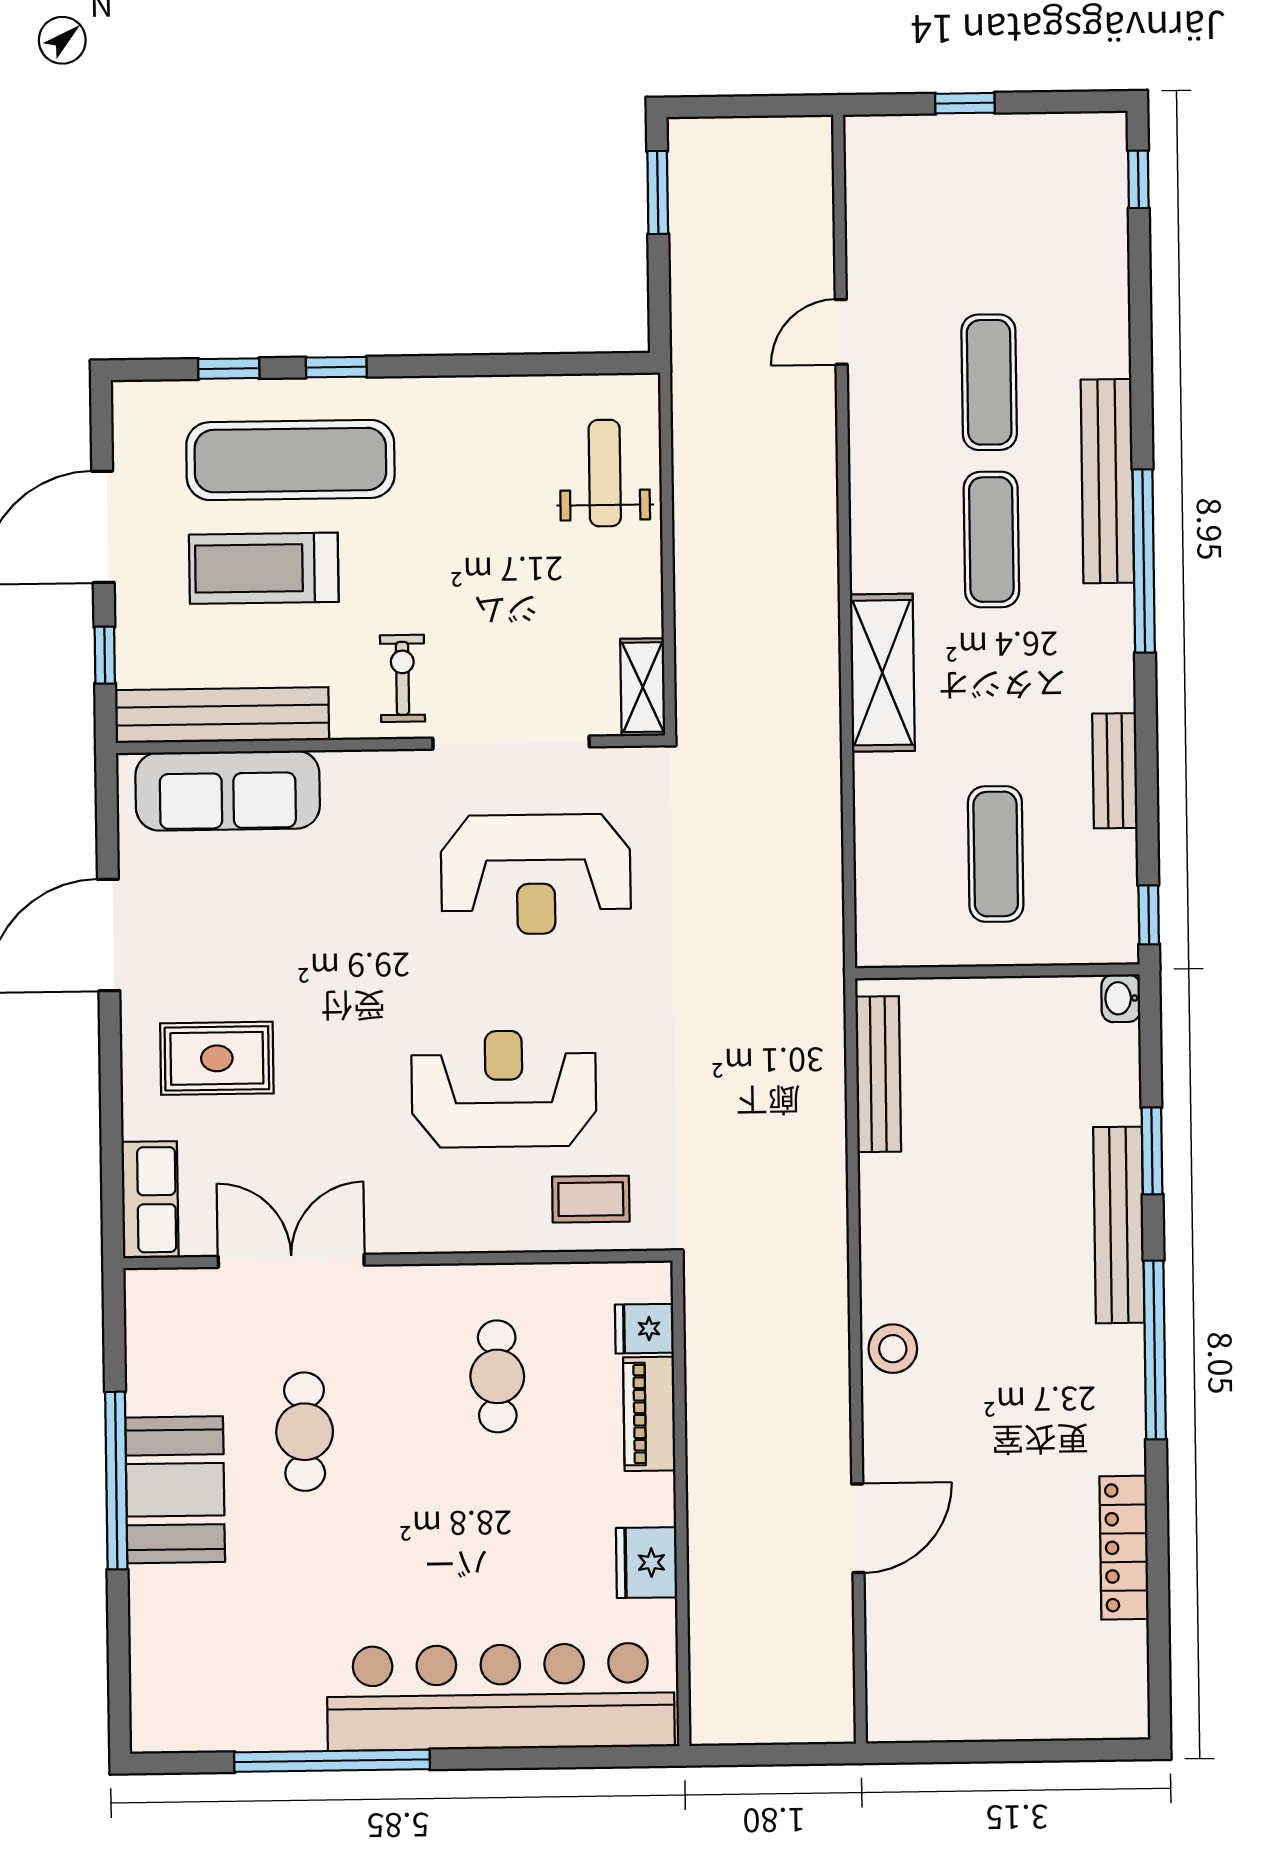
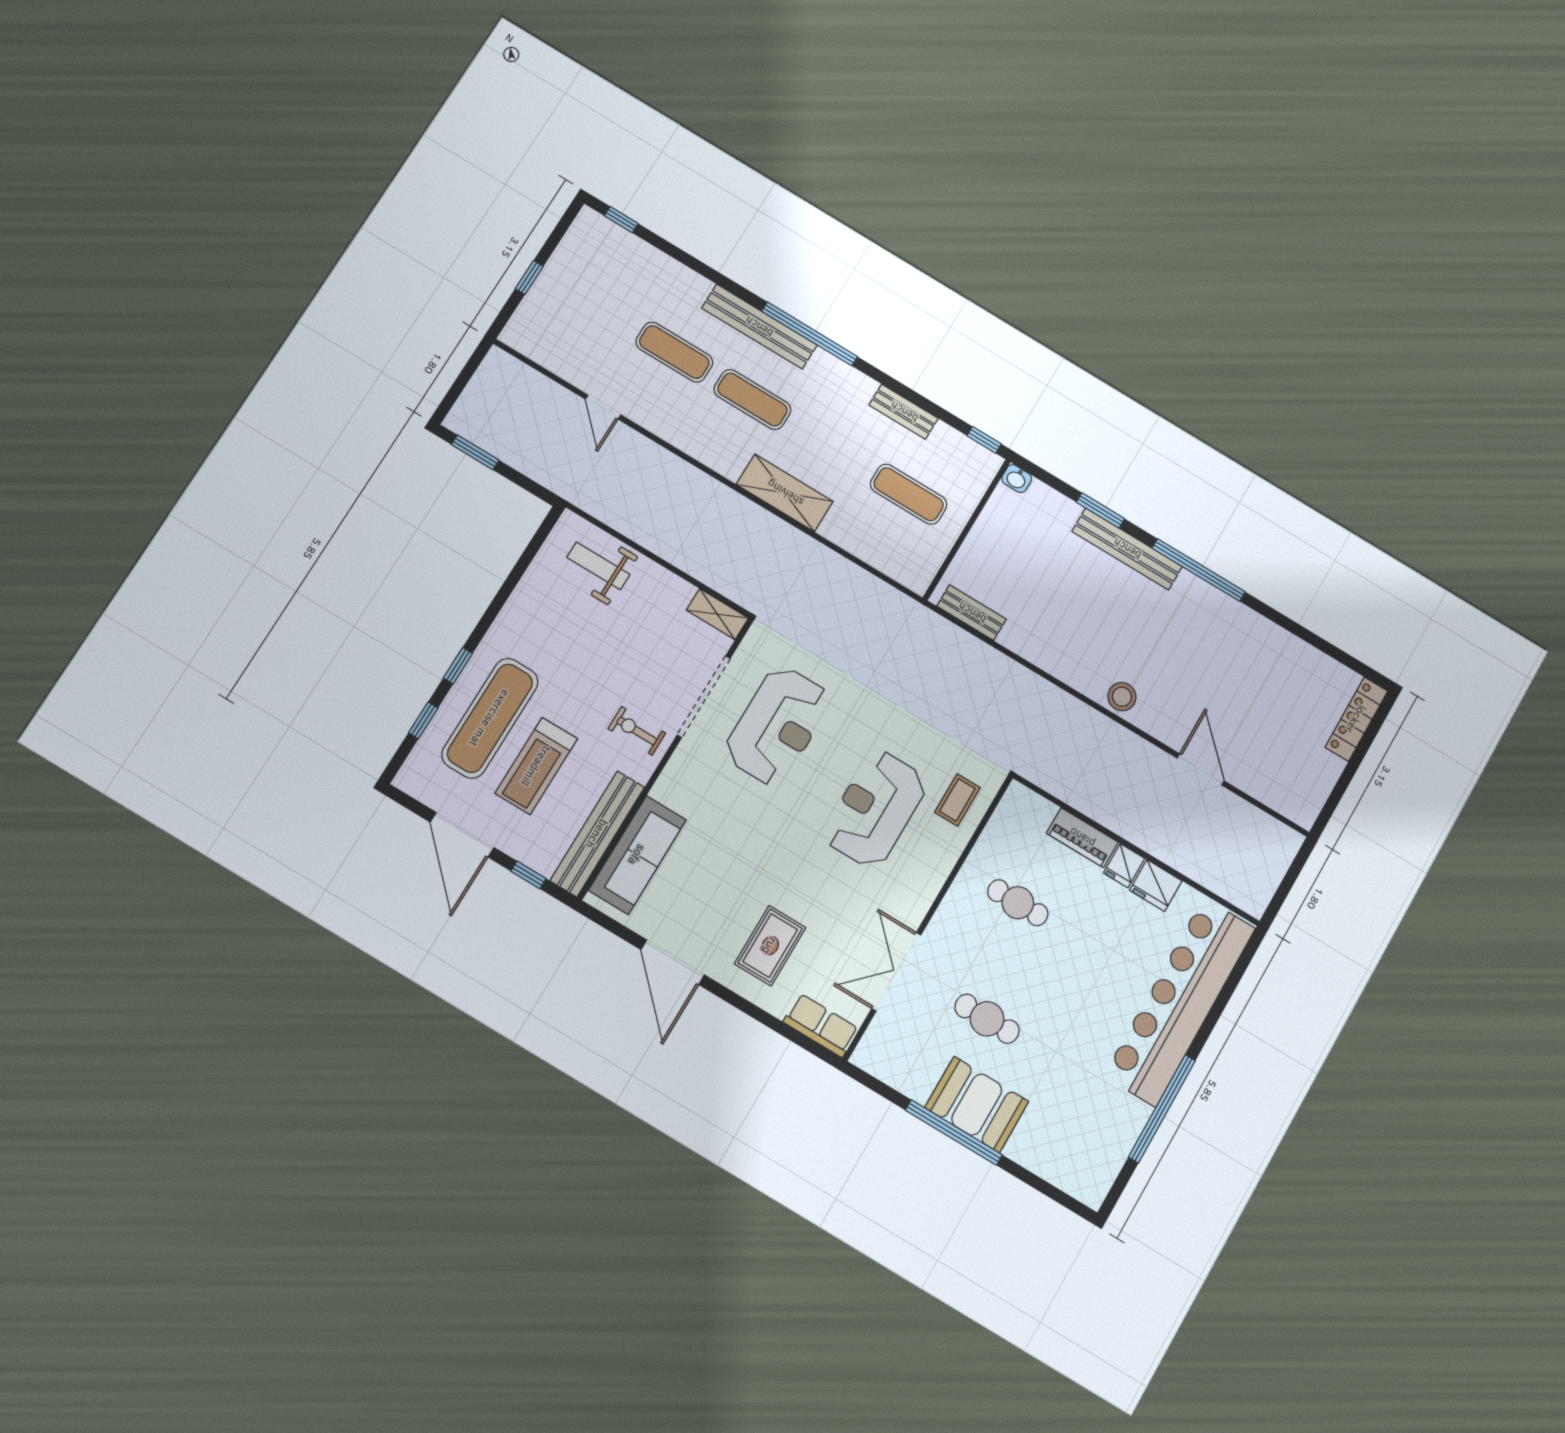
bench: (878, 1074) -> (972, 613), width x0.73
fridge: (644, 1329) -> (1124, 866), moved
locker: (1124, 1548) -> (1356, 719), moved, turned 90

